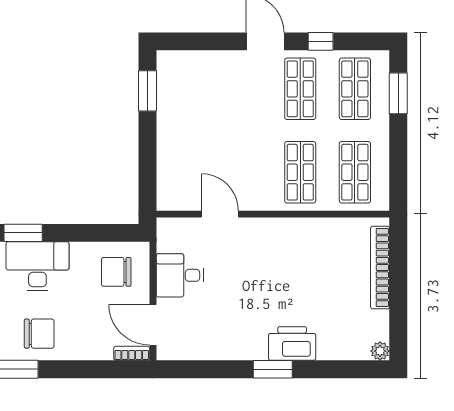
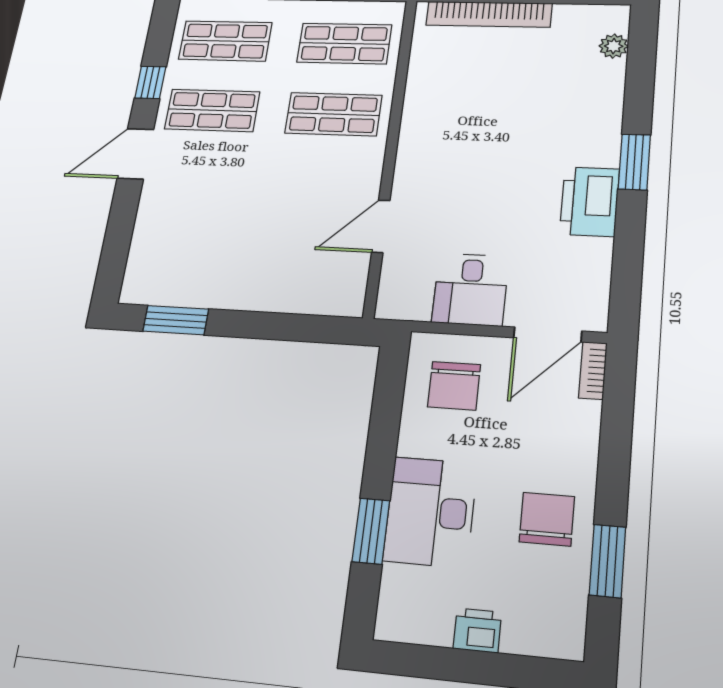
printer: (292, 343) -> (590, 202), moved
plant: (380, 351) -> (614, 46), moved

